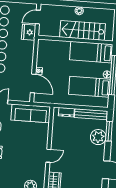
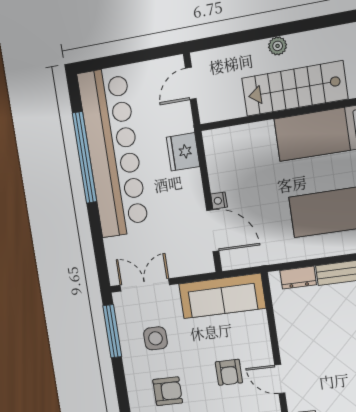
fridge: (29, 32) -> (183, 152), moved
armchair: (26, 148) -> (229, 372), added
door: (48, 156) -> (280, 379), swing flipped

